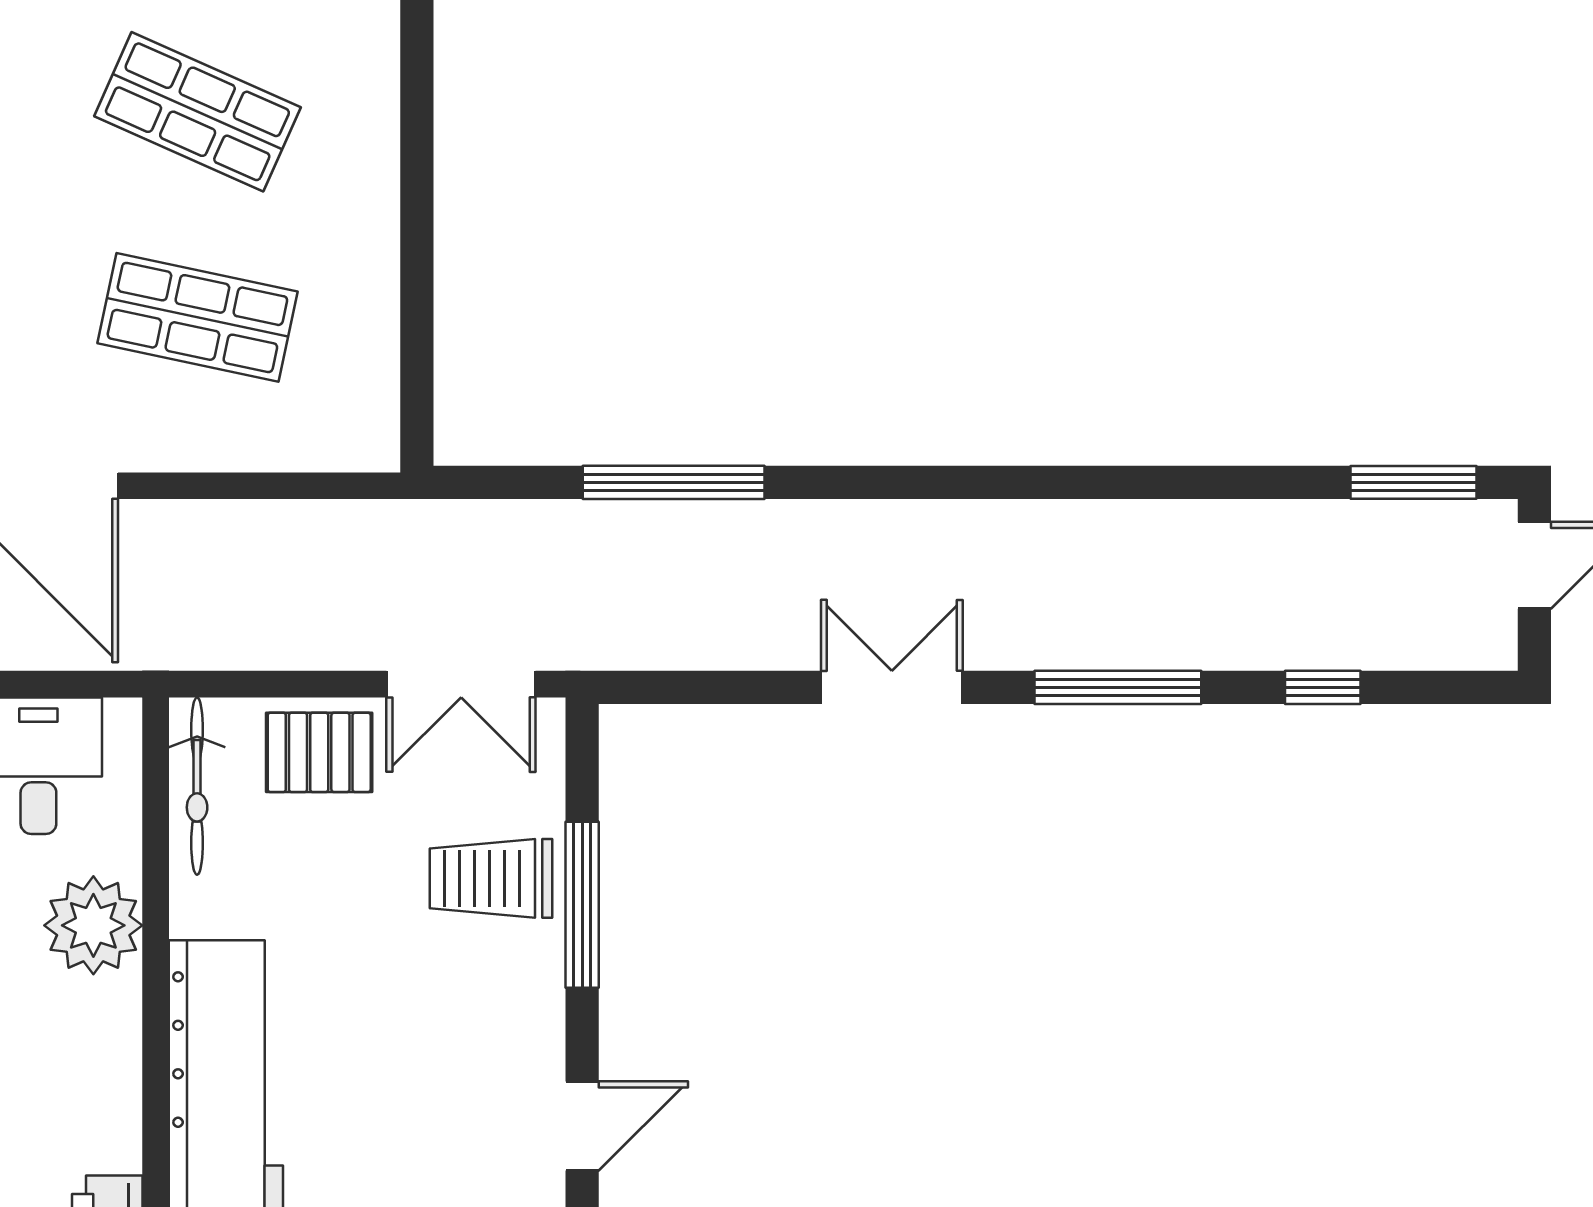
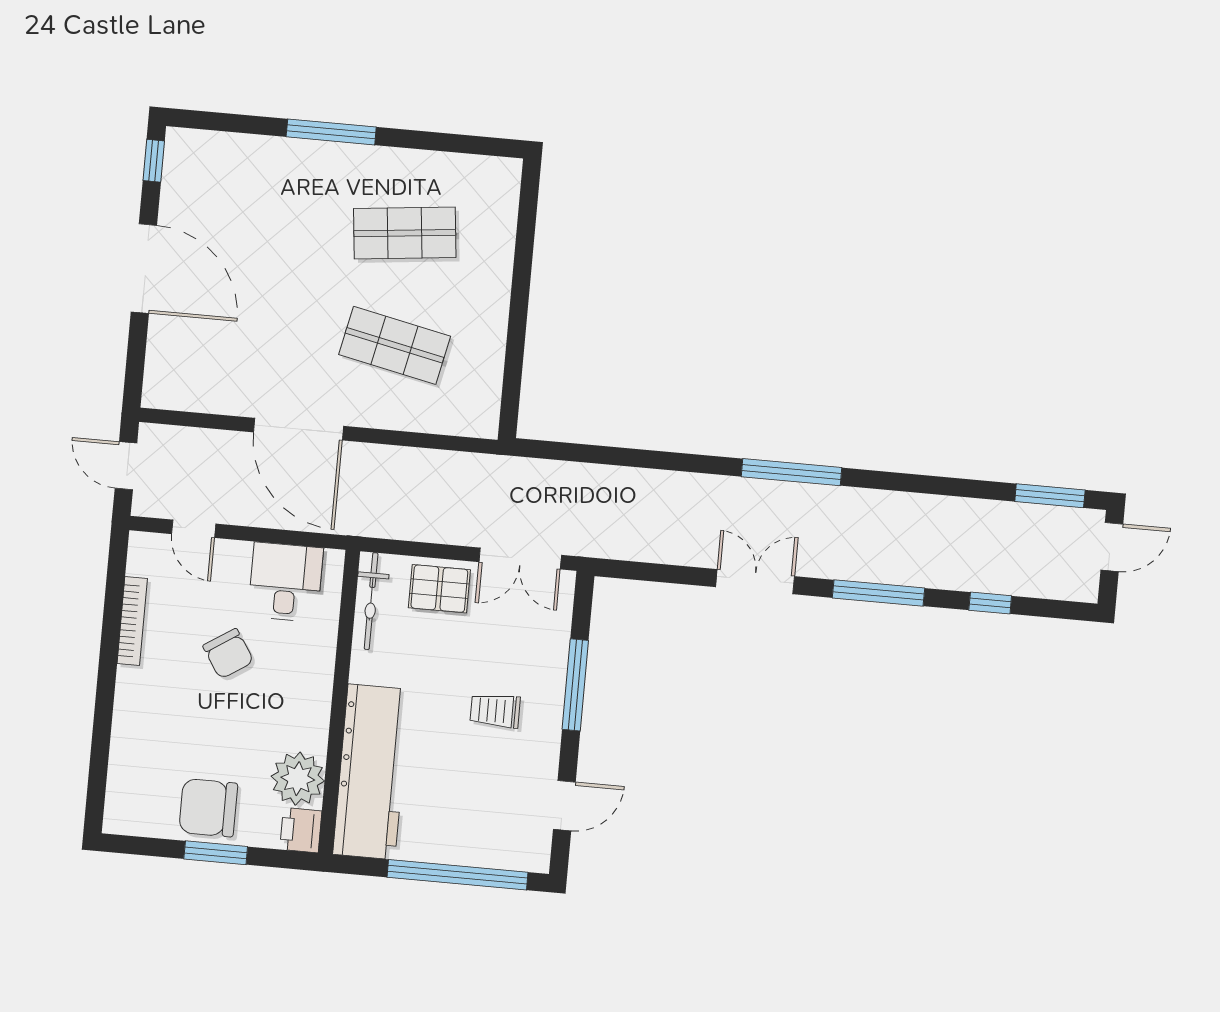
shop shelf: (197, 112) -> (405, 233), turned -30
window: (674, 482) -> (791, 472), moved
trolley: (491, 878) -> (495, 711), moved, width x0.73, depth x0.72
plant: (93, 925) -> (298, 779), moved

